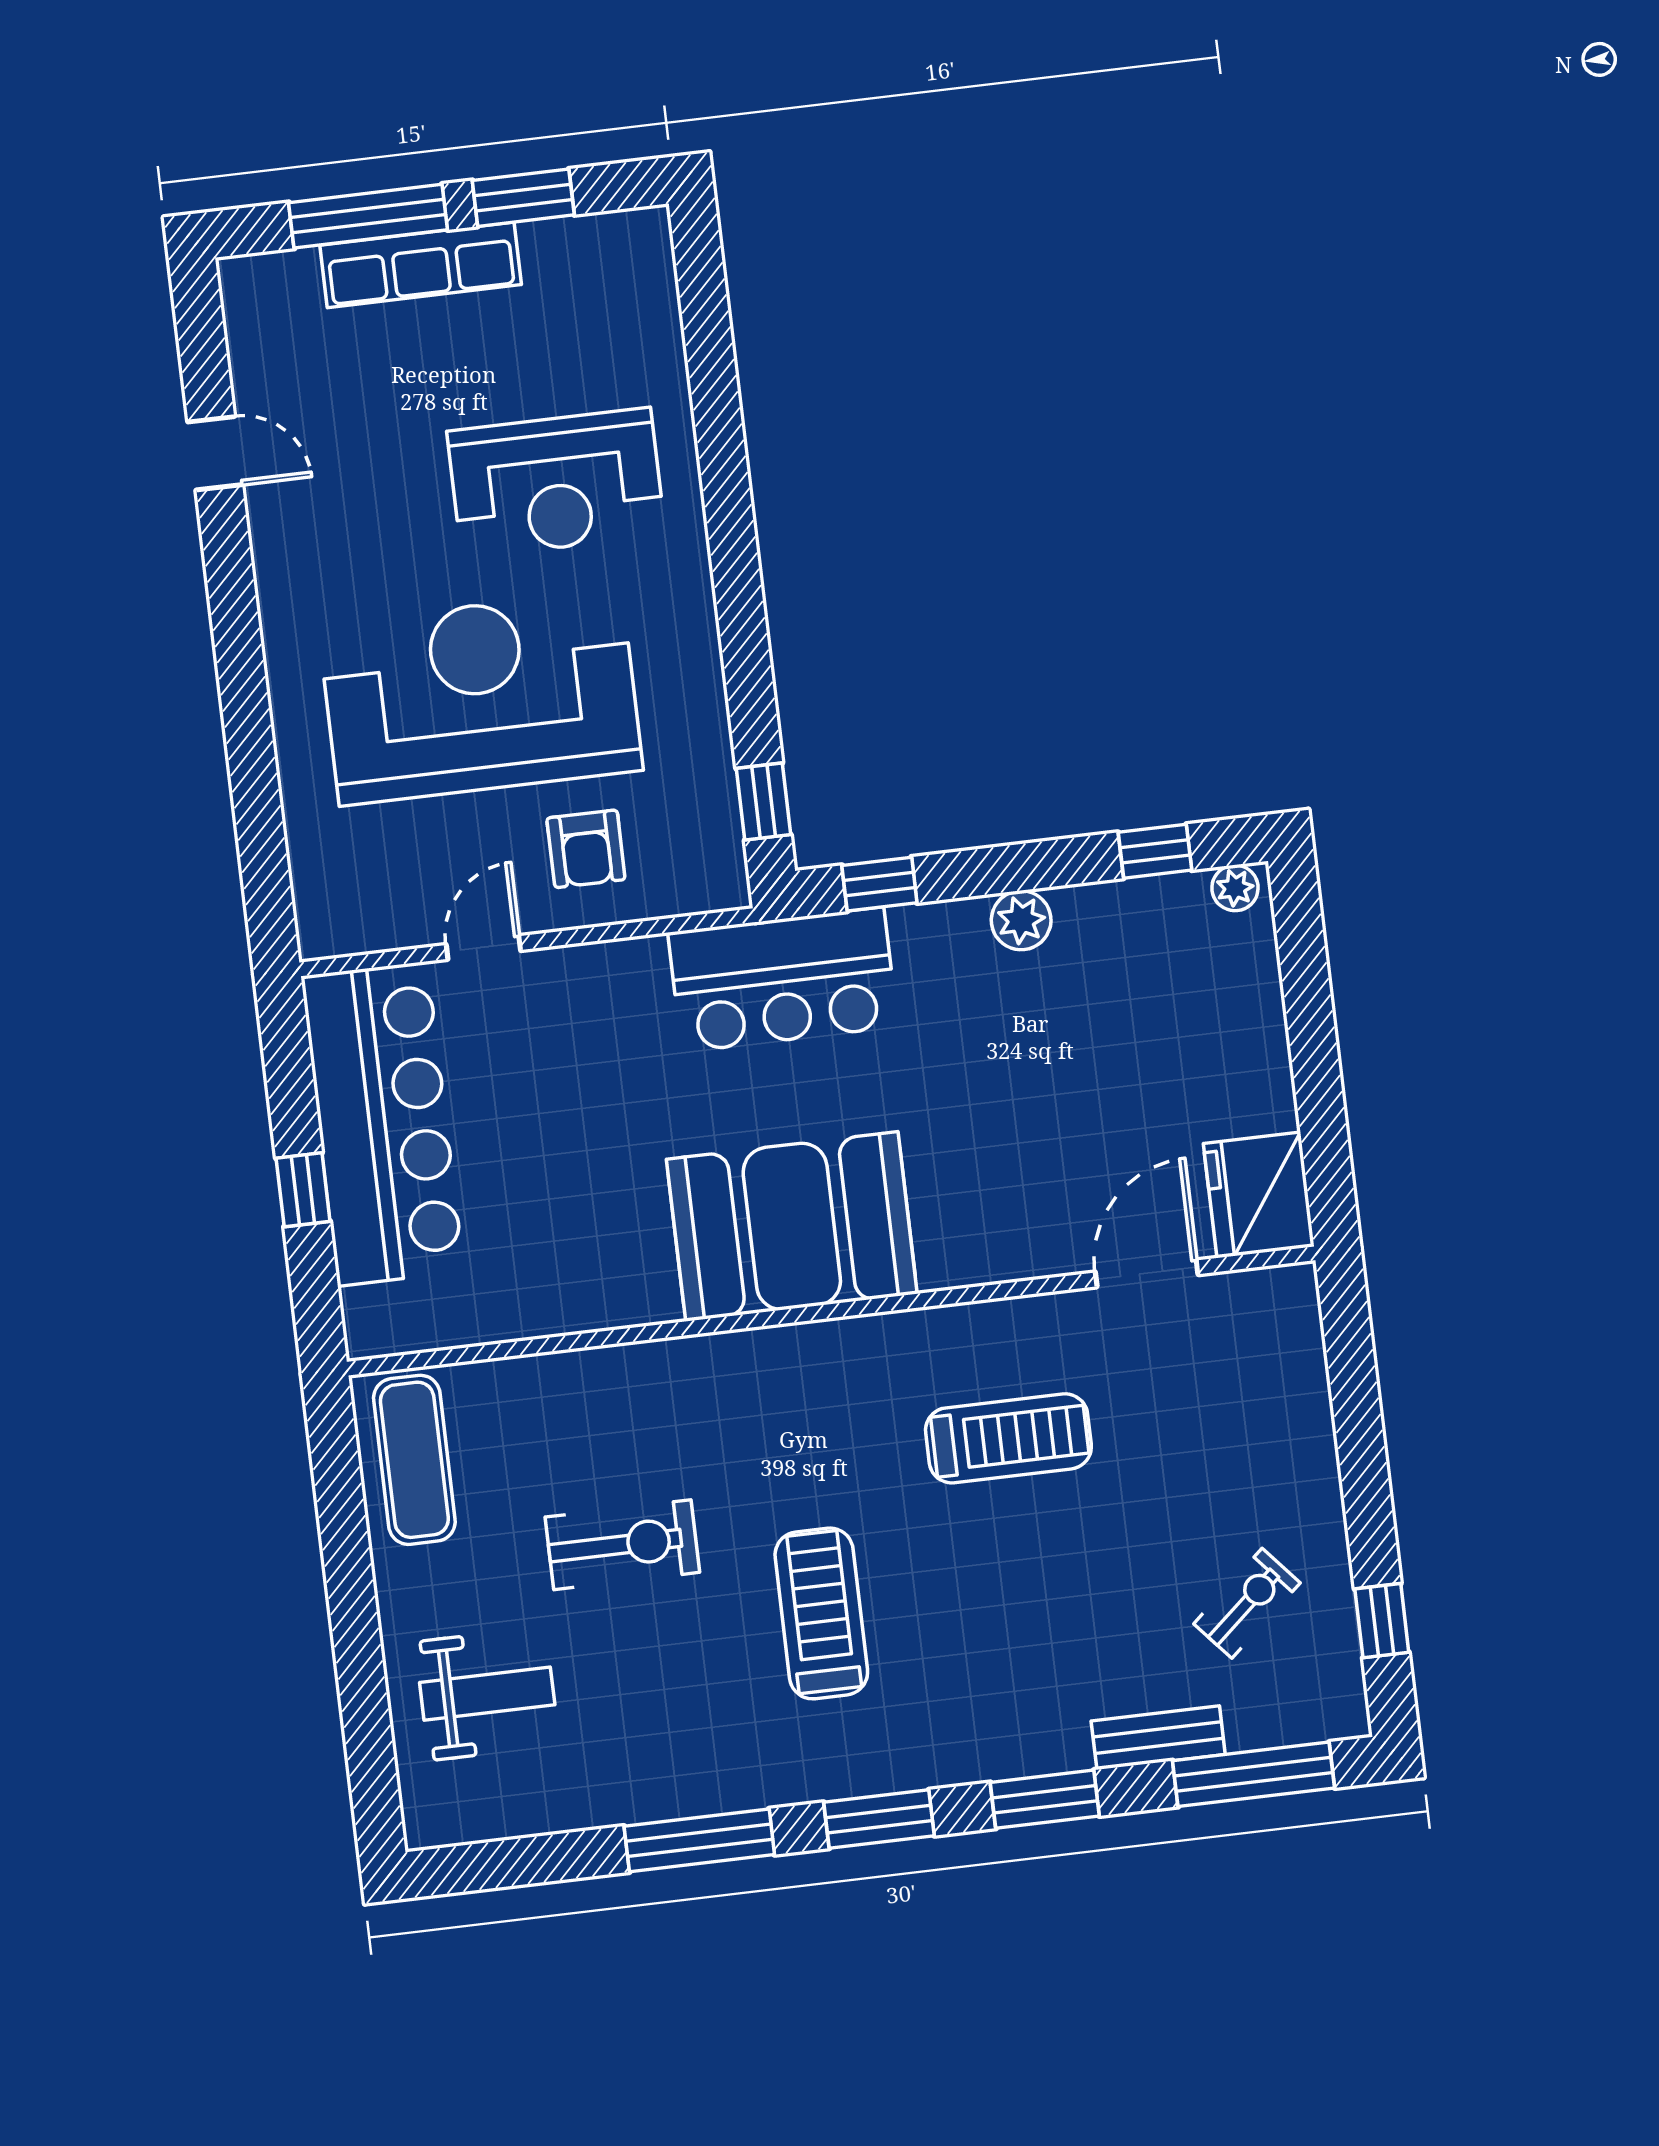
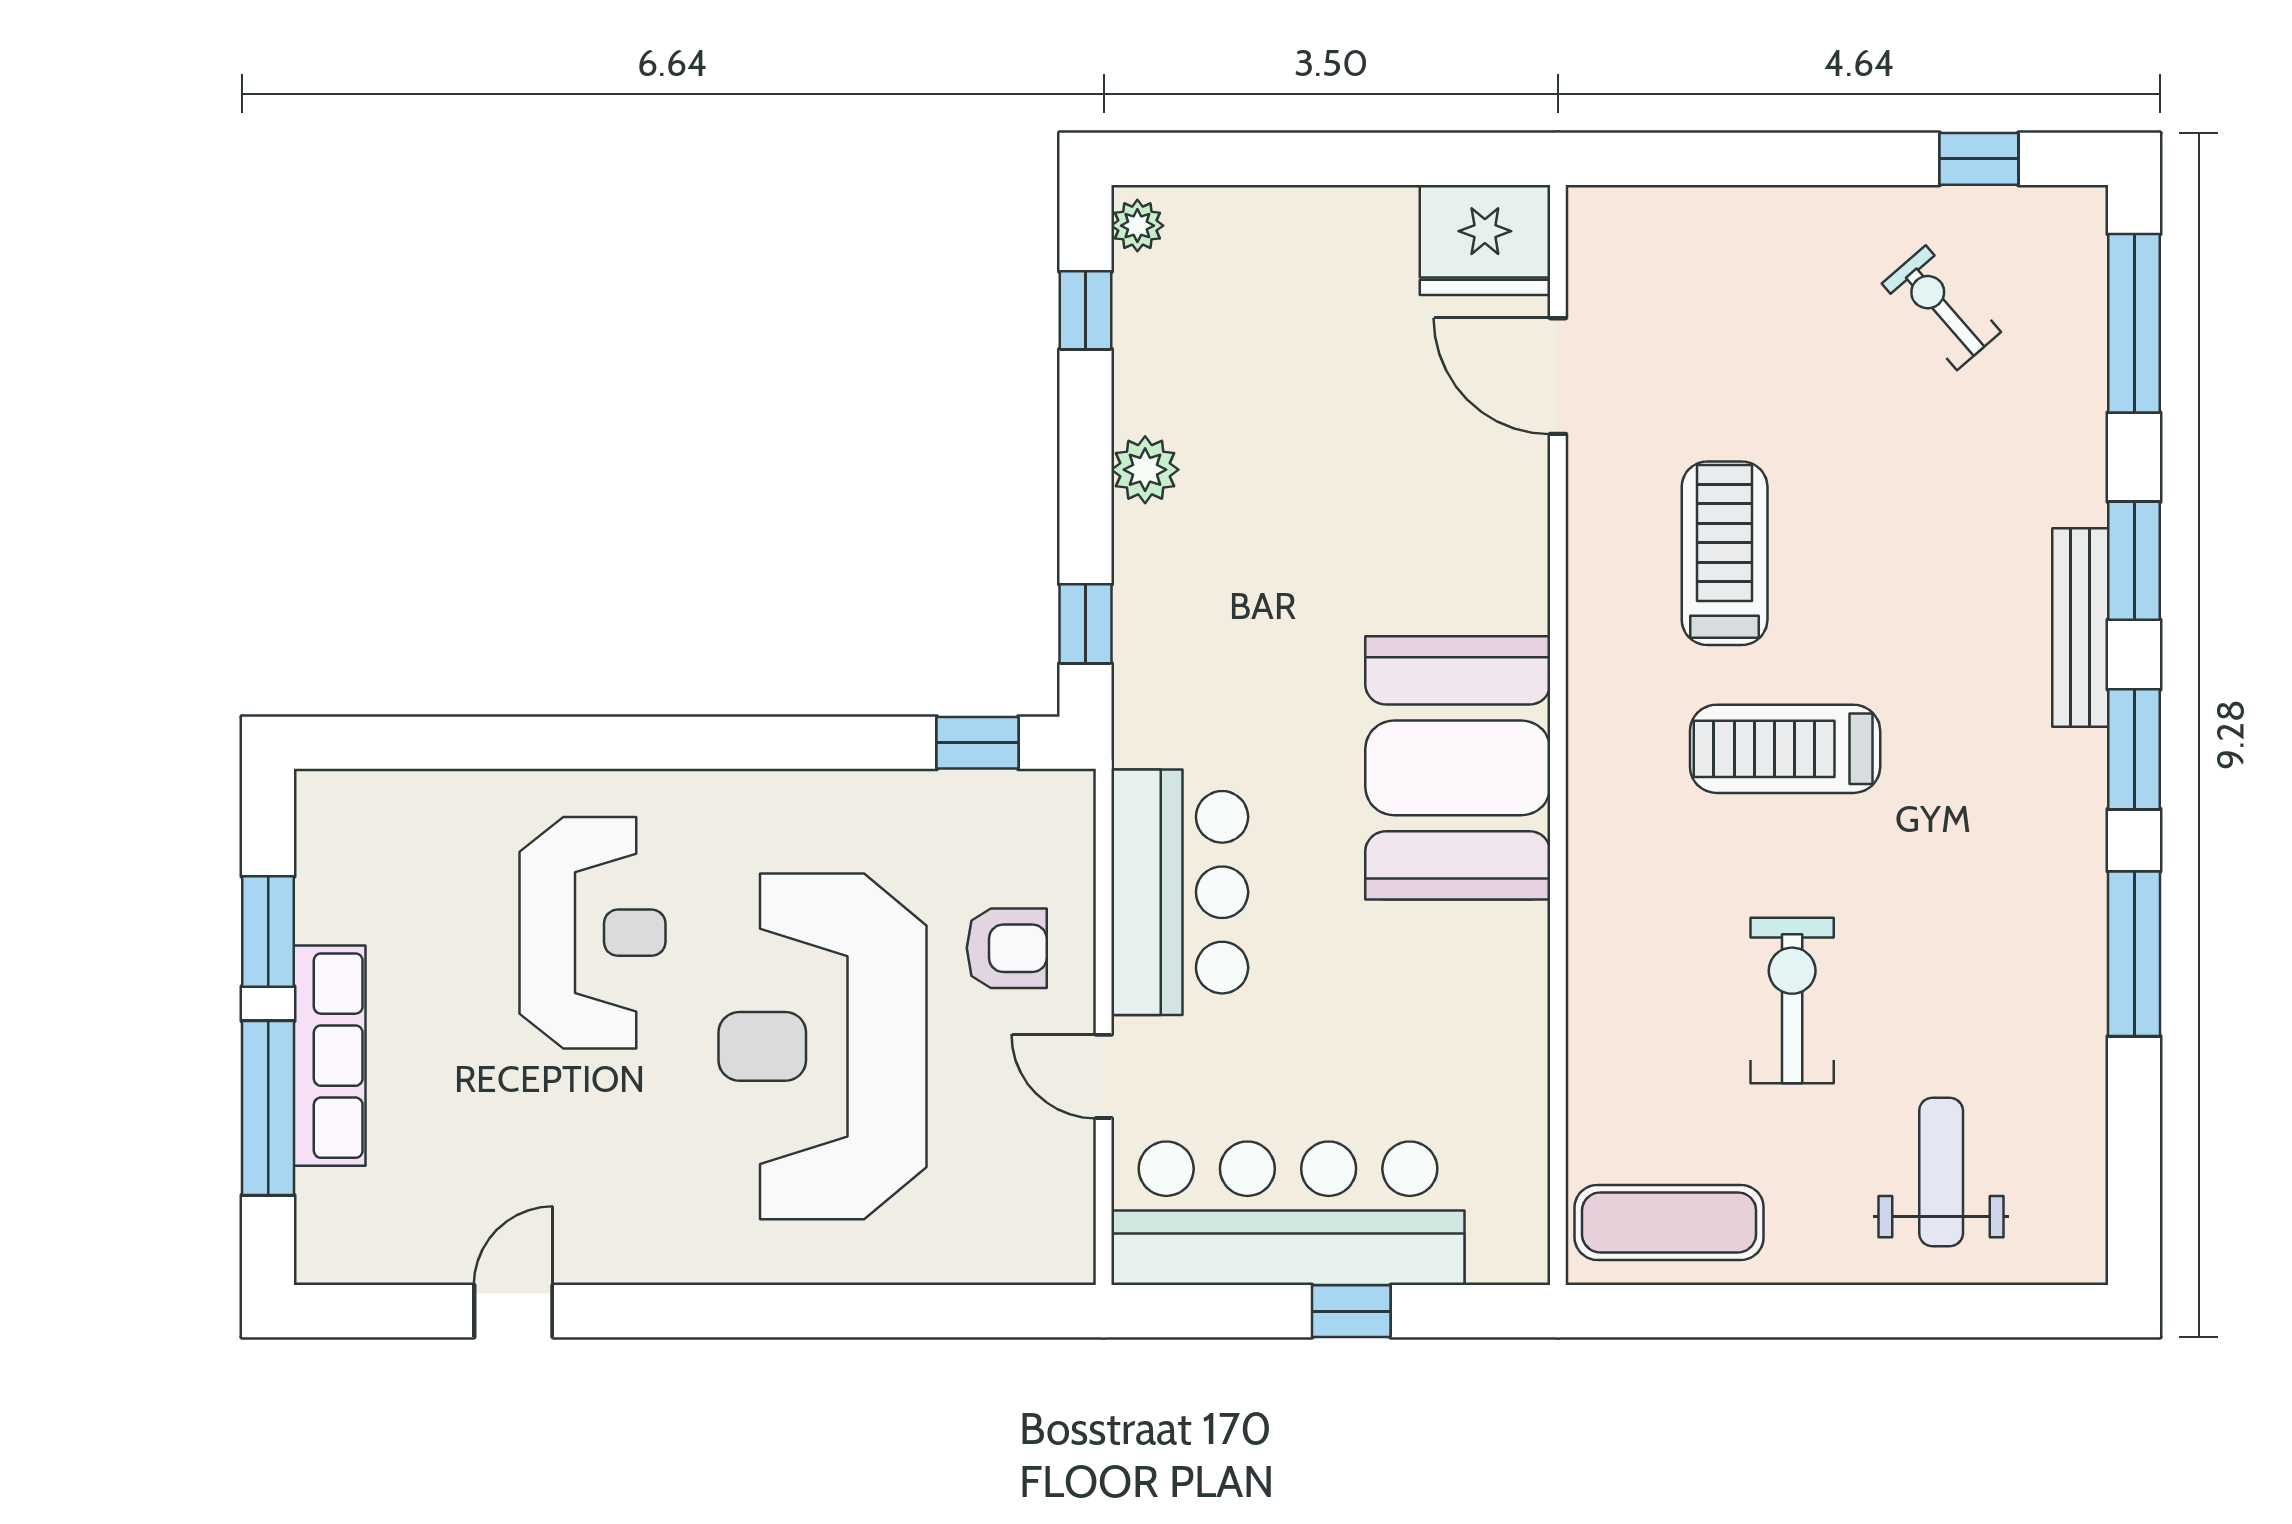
bar counter: (783, 980) -> (1180, 892), moved
treadmill: (821, 1613) -> (1785, 749), moved
bench: (1158, 1738) -> (2080, 627), moved, width x1.36

